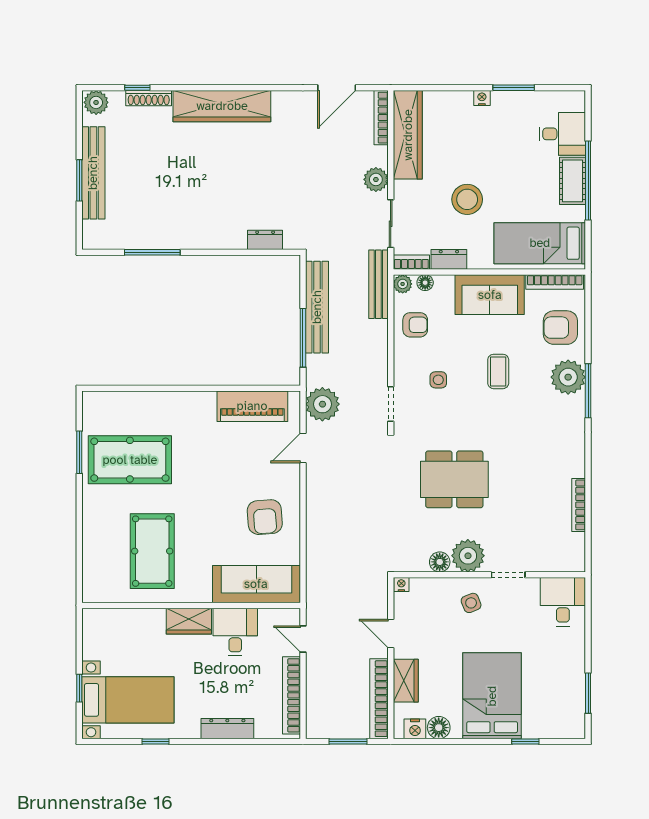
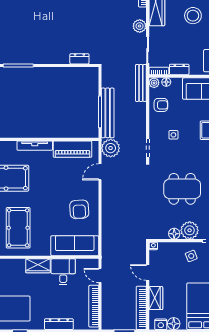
stool: (467, 199) -> (193, 16), moved
bench: (317, 307) -> (108, 113), moved
tv unit: (183, 400) -> (35, 146), added

